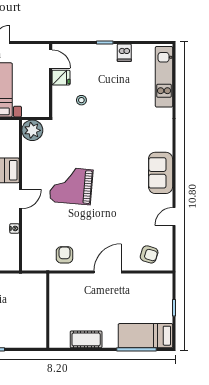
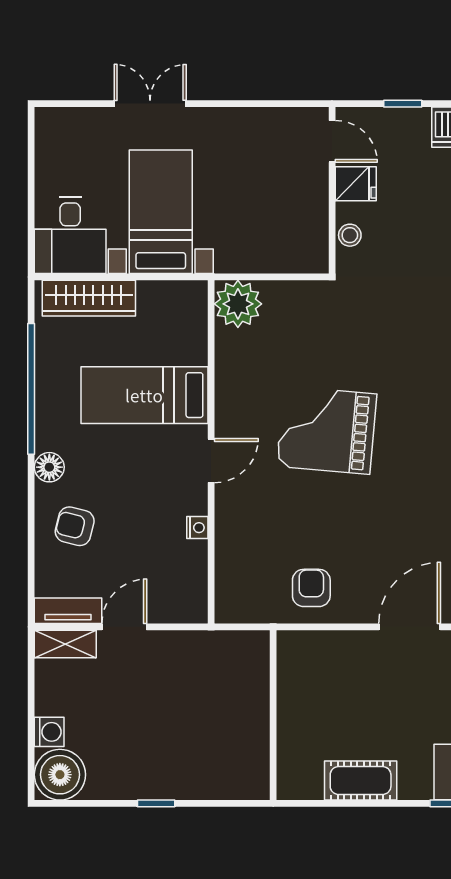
door: (51, 59) -> (332, 141), moved
fridge: (61, 78) -> (356, 184), moved
wall: (51, 80) -> (332, 190), moved

